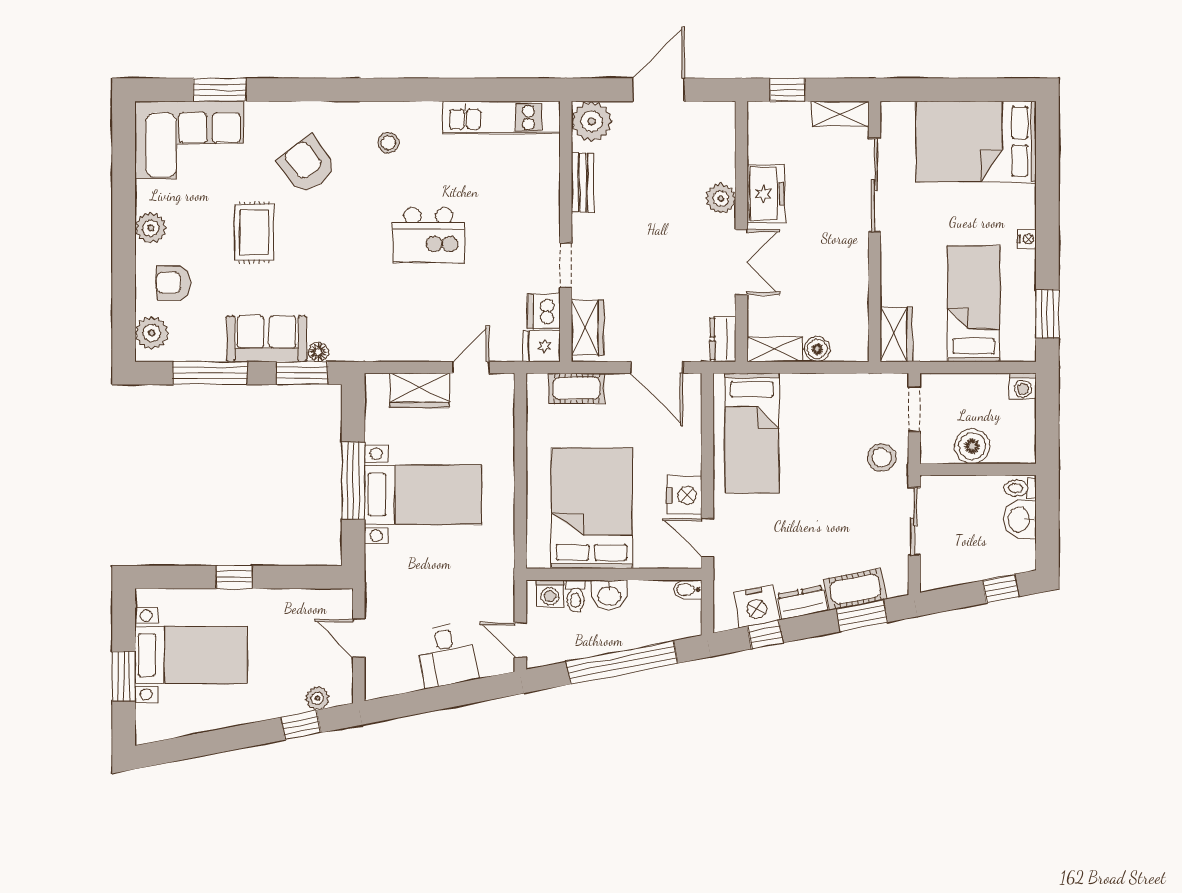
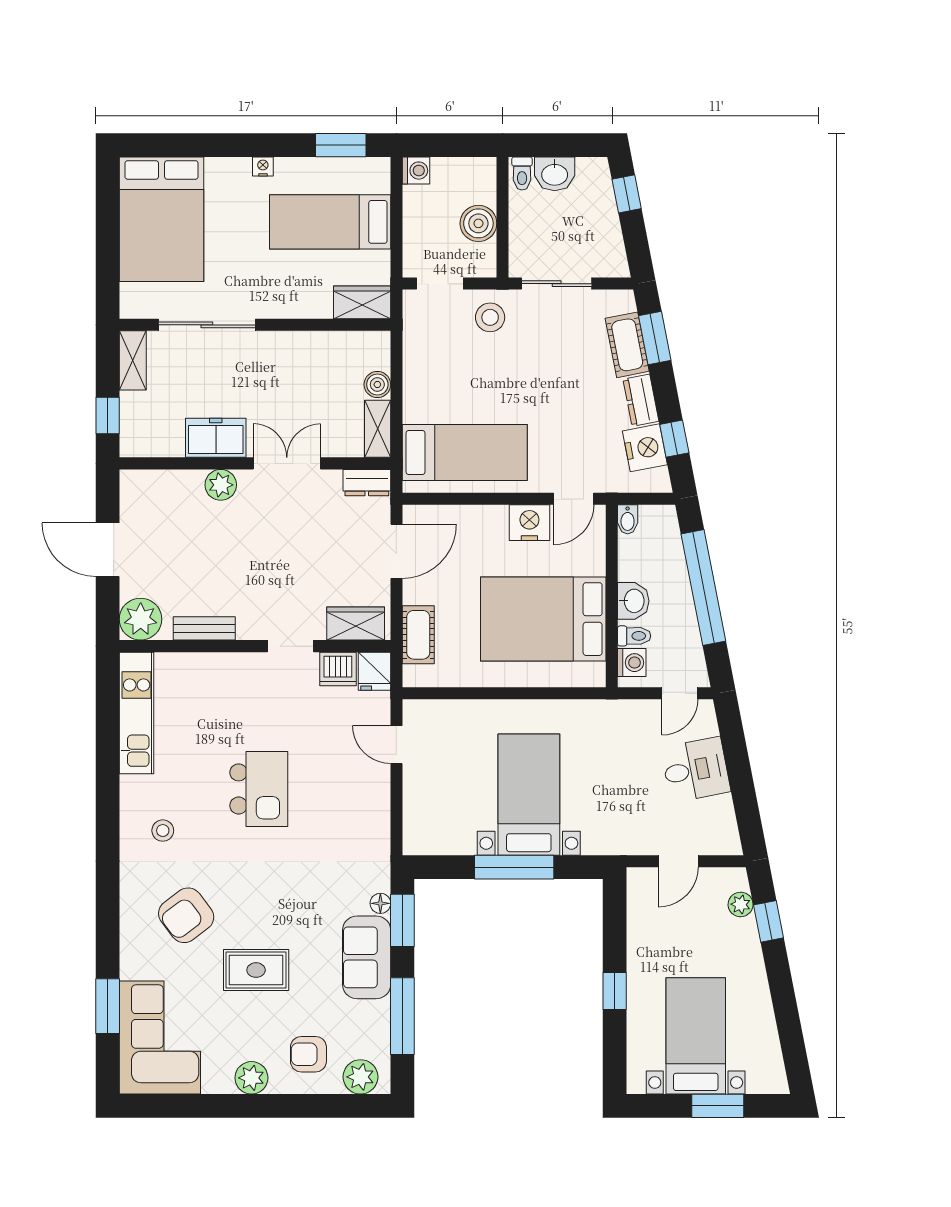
armchair: (173, 283) -> (308, 1054), turned 90
wardrobe: (420, 390) -> (420, 798), removed

